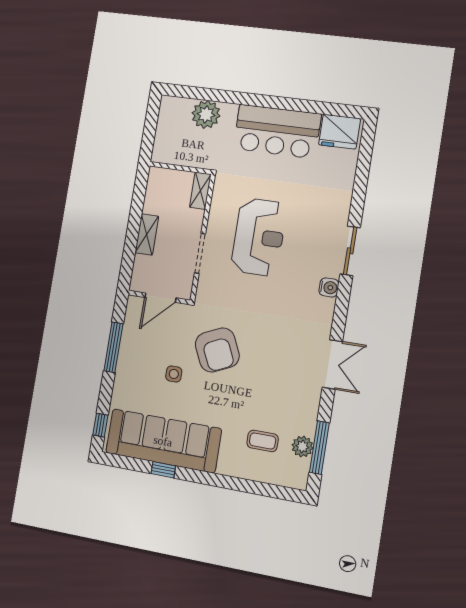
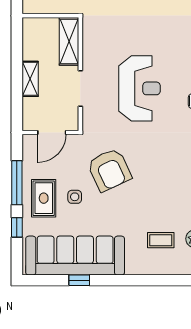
shelving: (200, 191) -> (69, 41), width x1.50, depth x1.33
reception desk: (259, 237) -> (140, 88), moved
rug: (140, 370) -> (44, 198), added
window: (100, 425) -> (17, 227), moved

